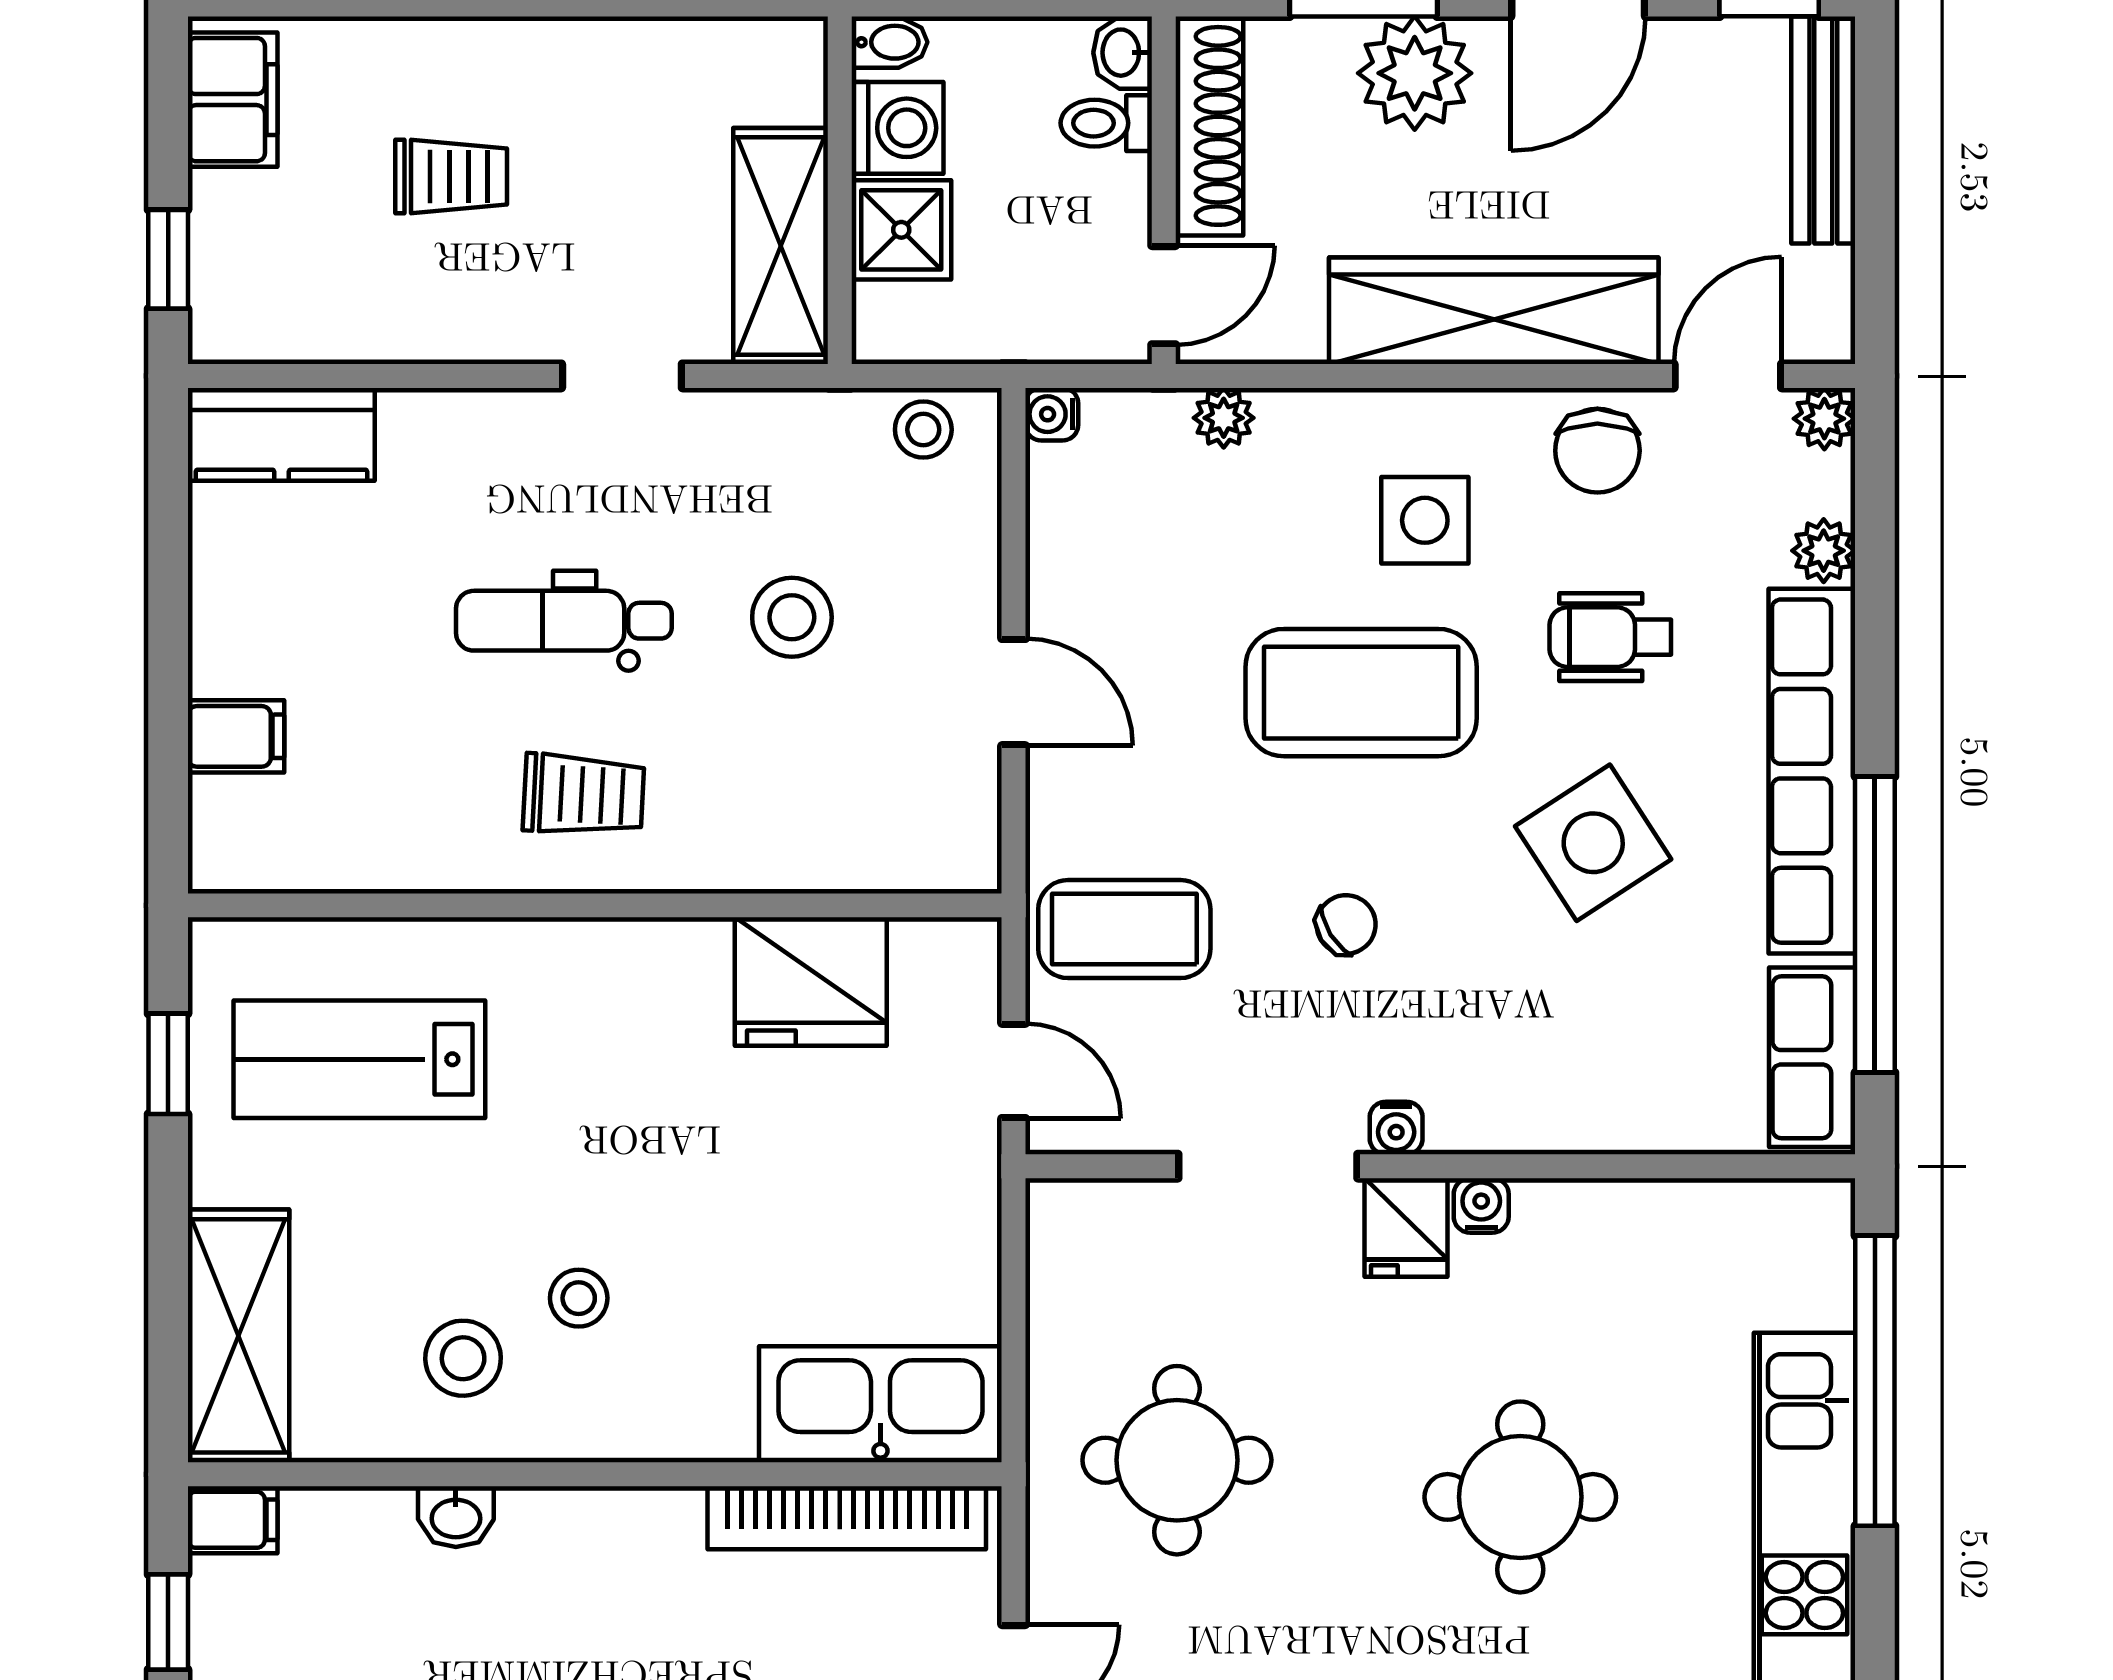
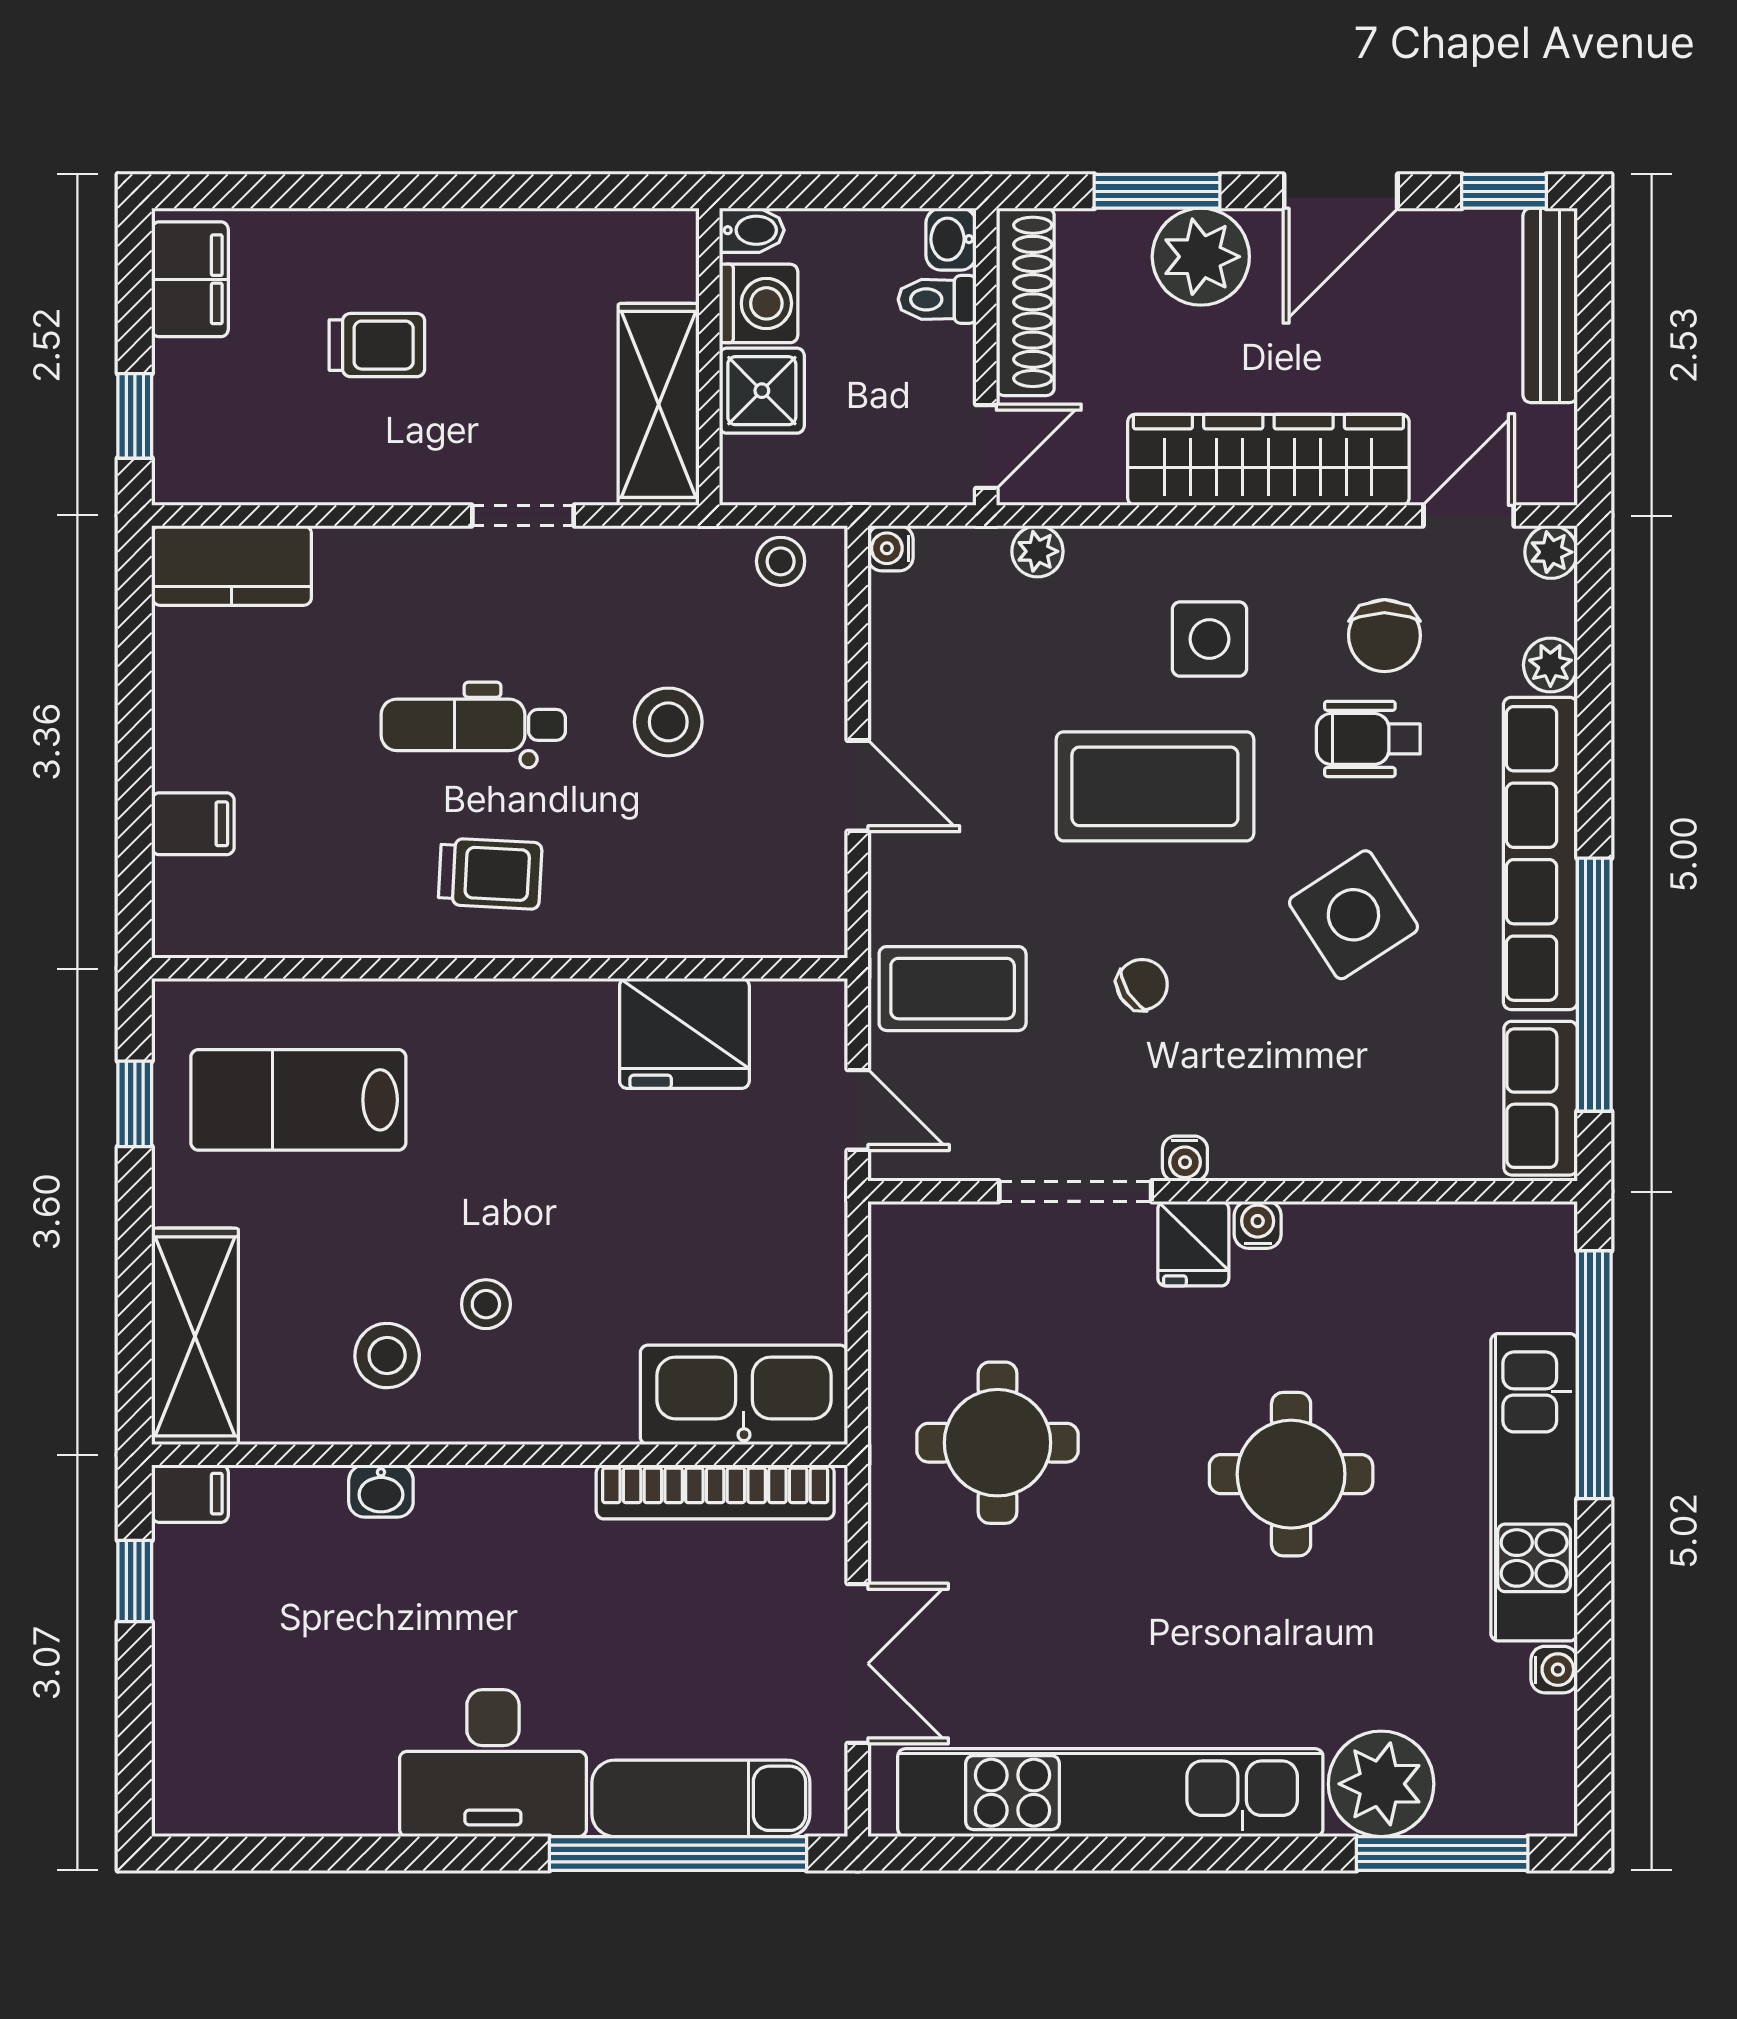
chair: (1597, 451) -> (1384, 636), moved

